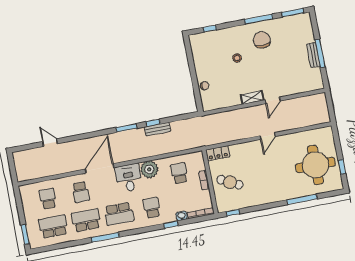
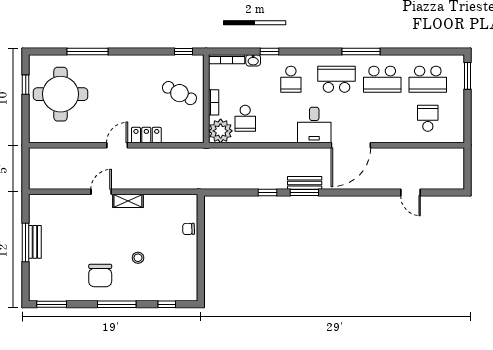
window: (259, 19) -> (117, 304), moved
bench: (157, 129) -> (305, 183), moved
locker: (218, 153) -> (146, 135), moved
plant: (149, 169) -> (221, 131), moved
school desk: (81, 192) -> (382, 118), removed
school desk: (48, 198) -> (428, 118), turned 180

